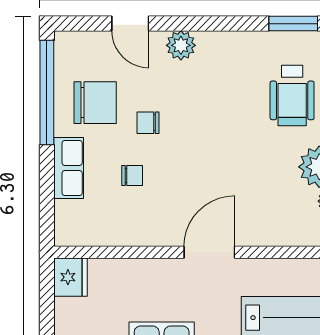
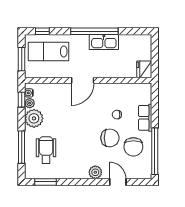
chair: (95, 103) -> (133, 147), turned -90
chair: (148, 123) -> (110, 138), width x1.87, depth x1.87

